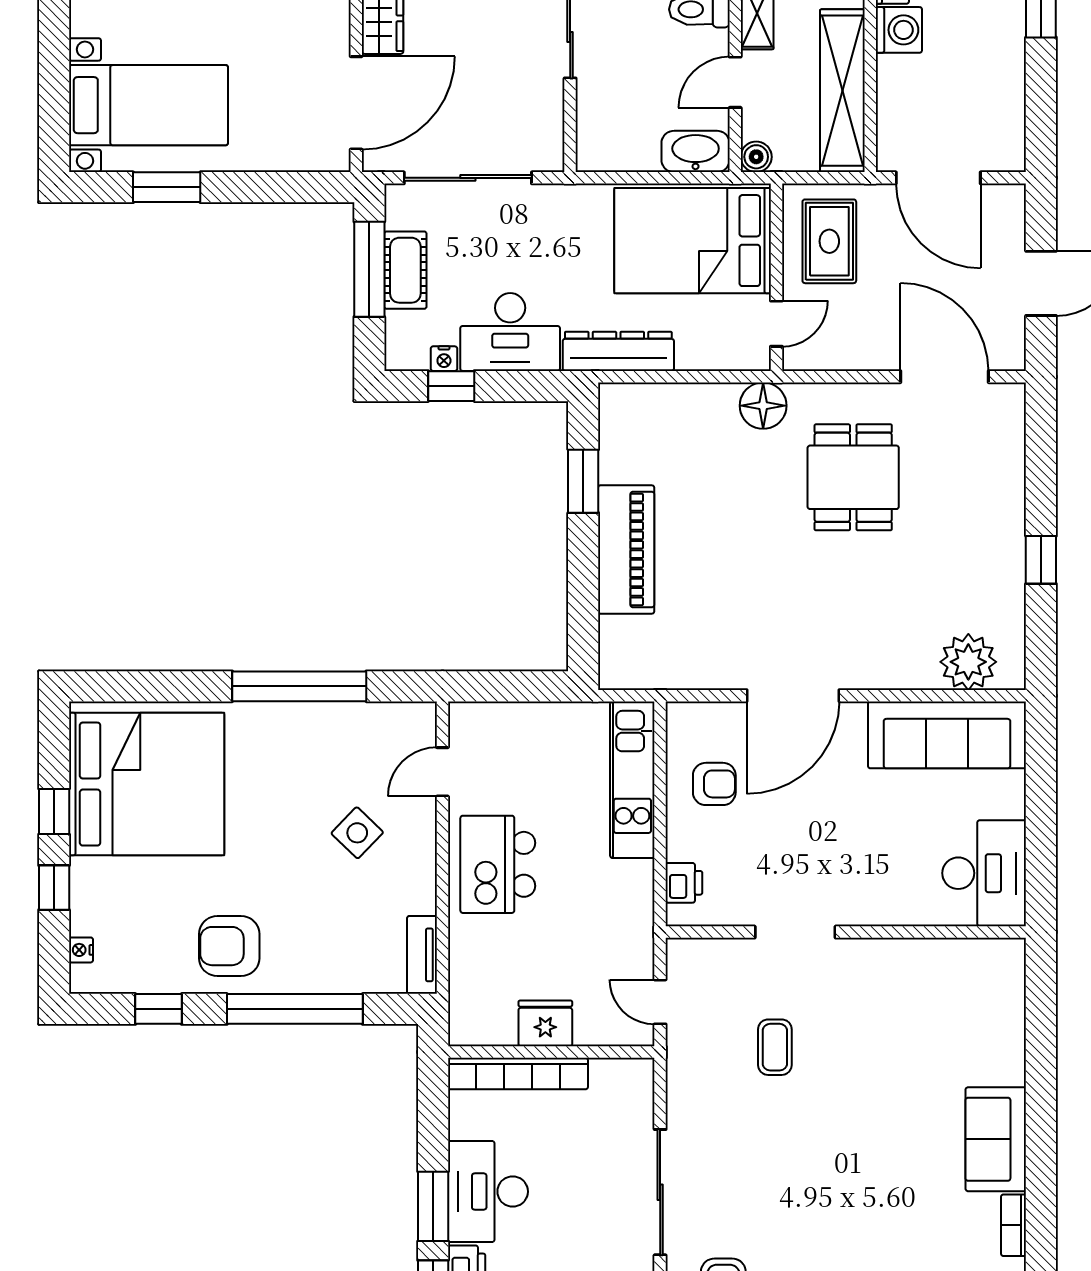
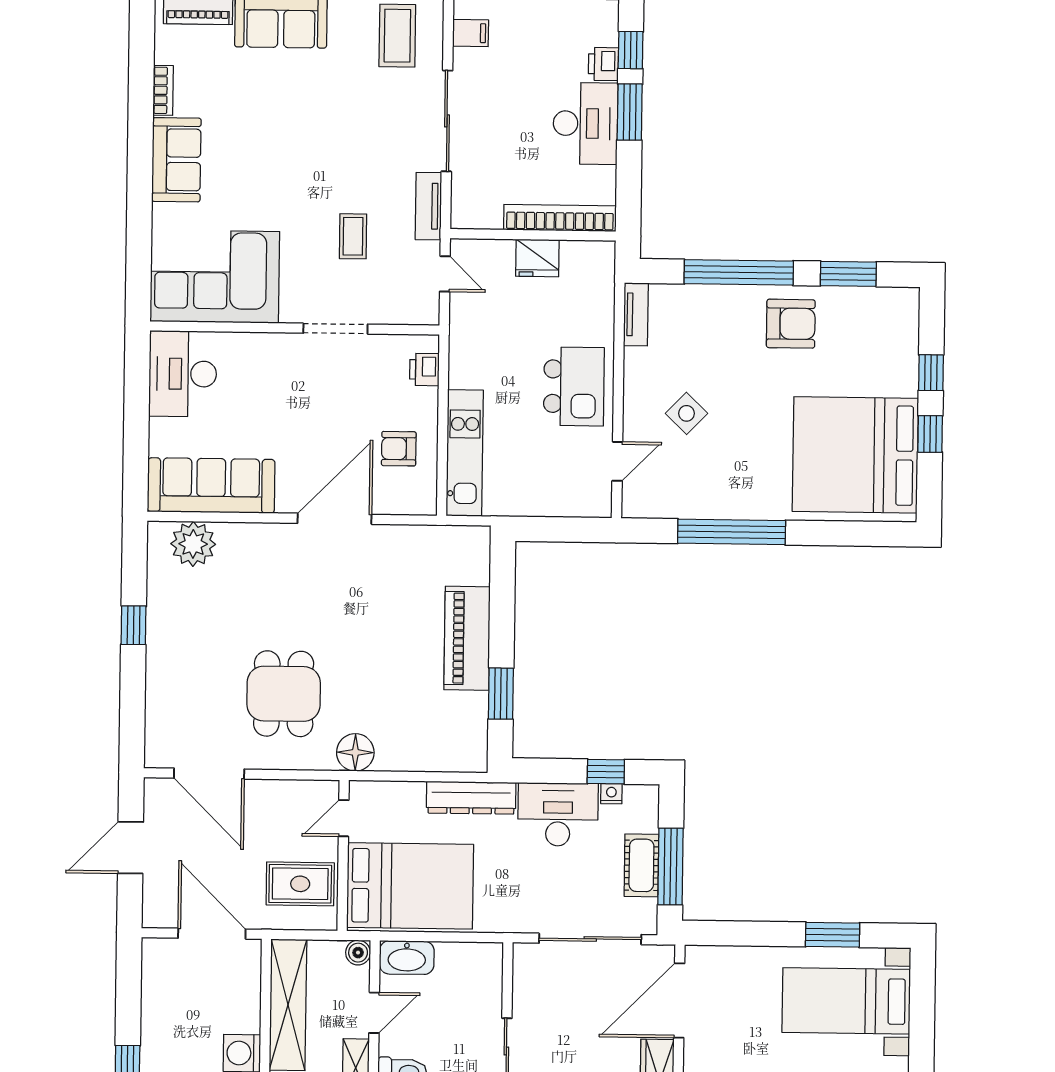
rug: (829, 241) -> (300, 884), turned 90
nightstand: (81, 950) -> (910, 322), removed
corner sofa: (946, 995) -> (215, 277), added
window: (158, 1009) -> (848, 274), width x1.50
tv unit: (682, 1086) -> (428, 206), added

